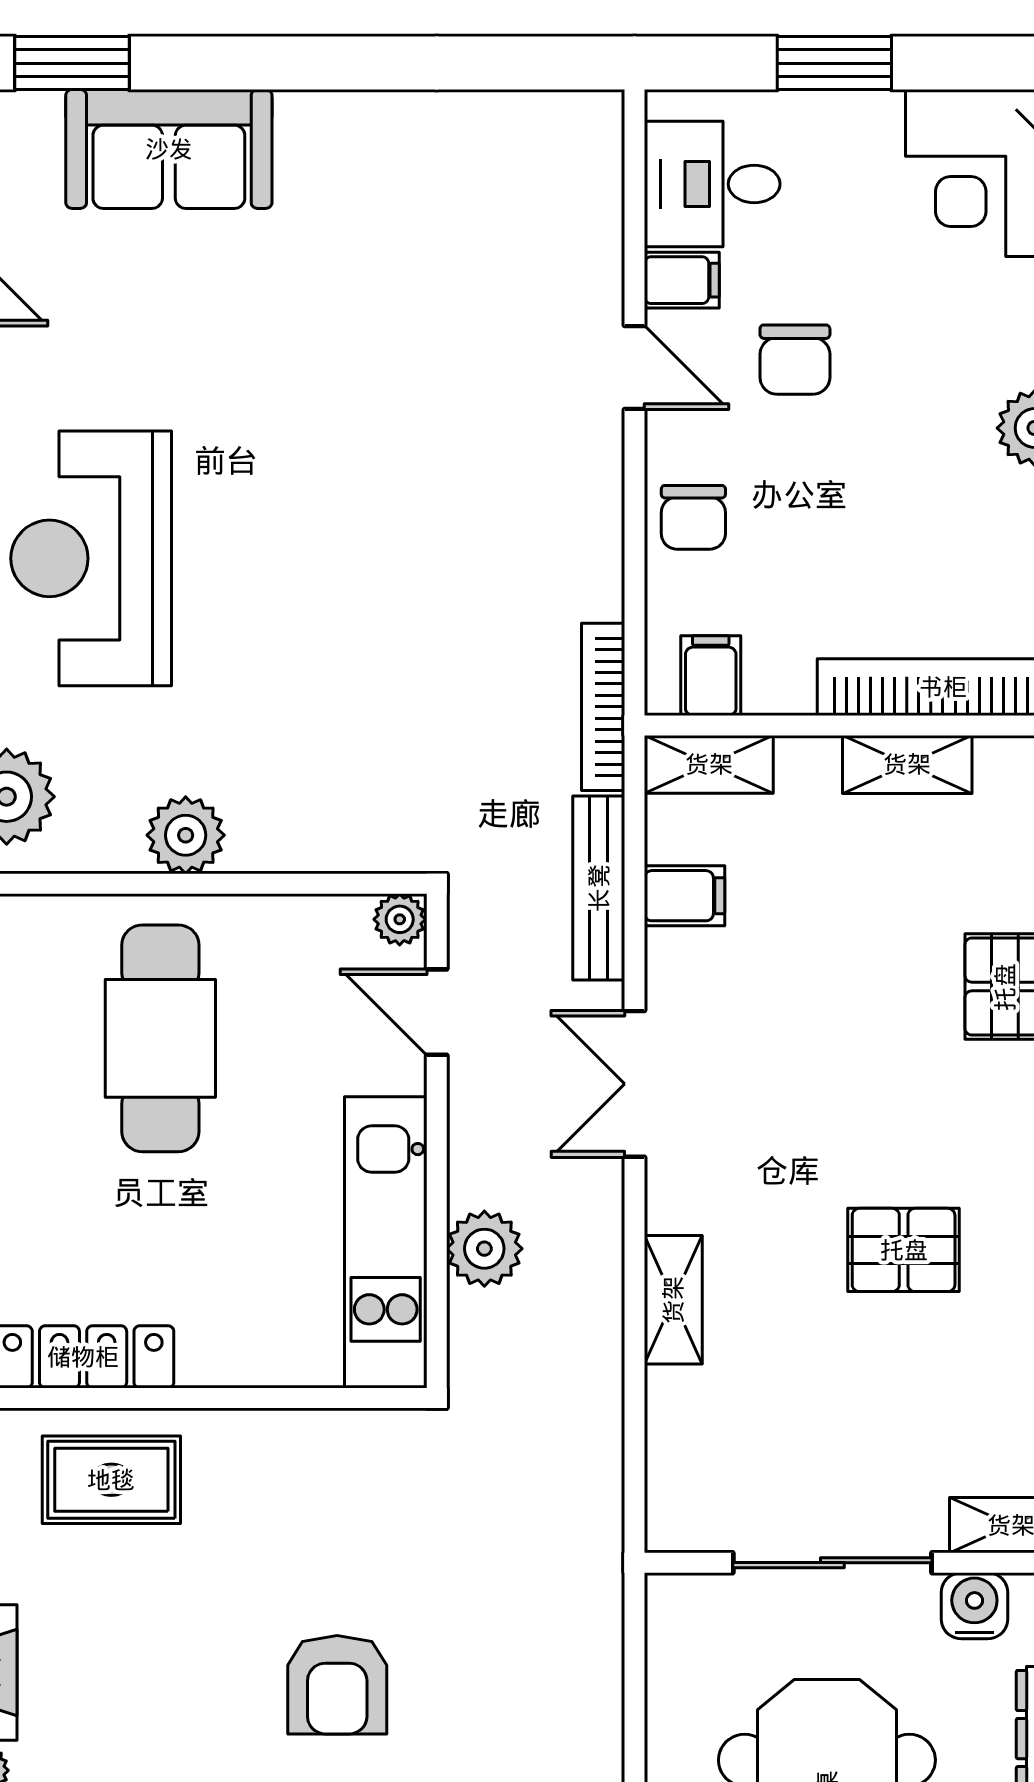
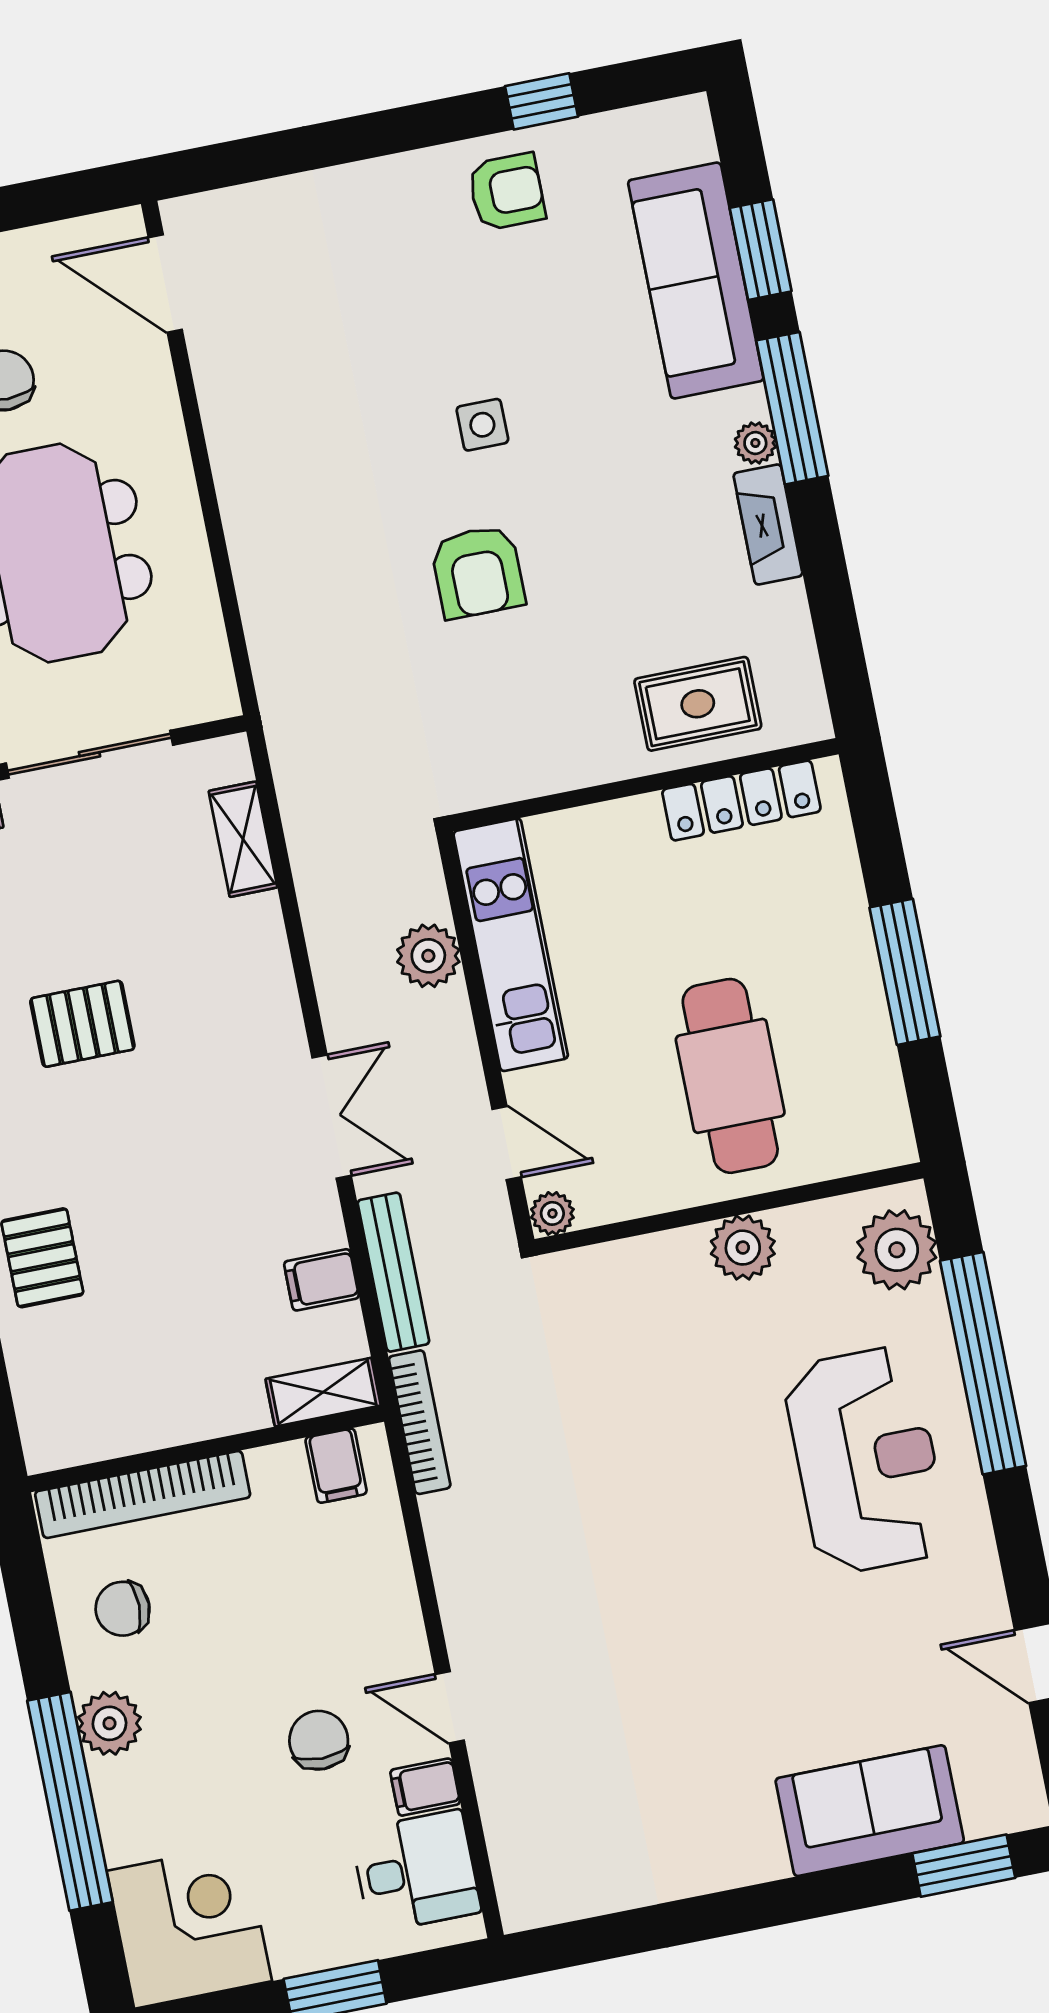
chair: (693, 517) -> (123, 1609), moved, turned -90
shelving: (907, 764) -> (159, 1425), removed
shelving: (673, 1300) -> (243, 839), moved
armchair: (337, 1685) -> (478, 572), turned 180

